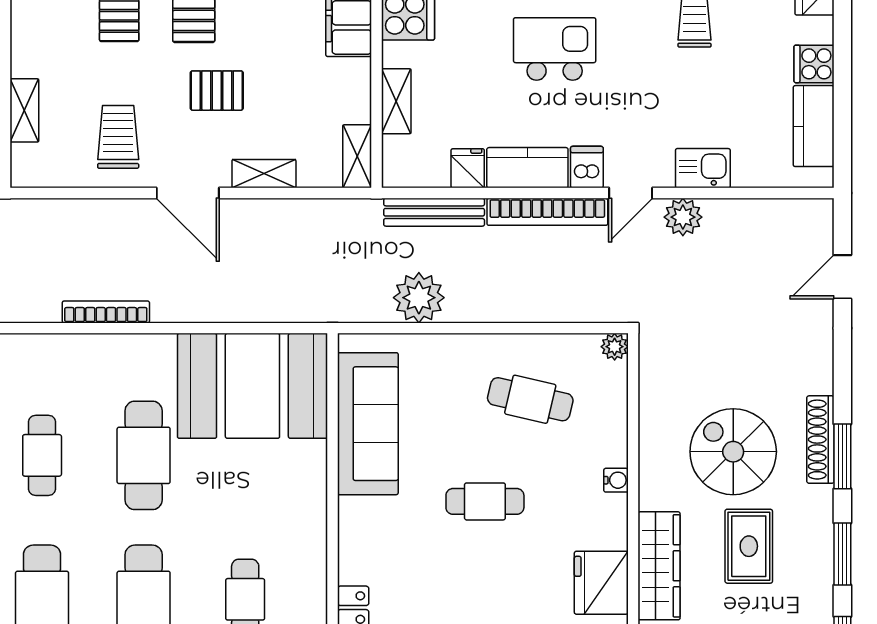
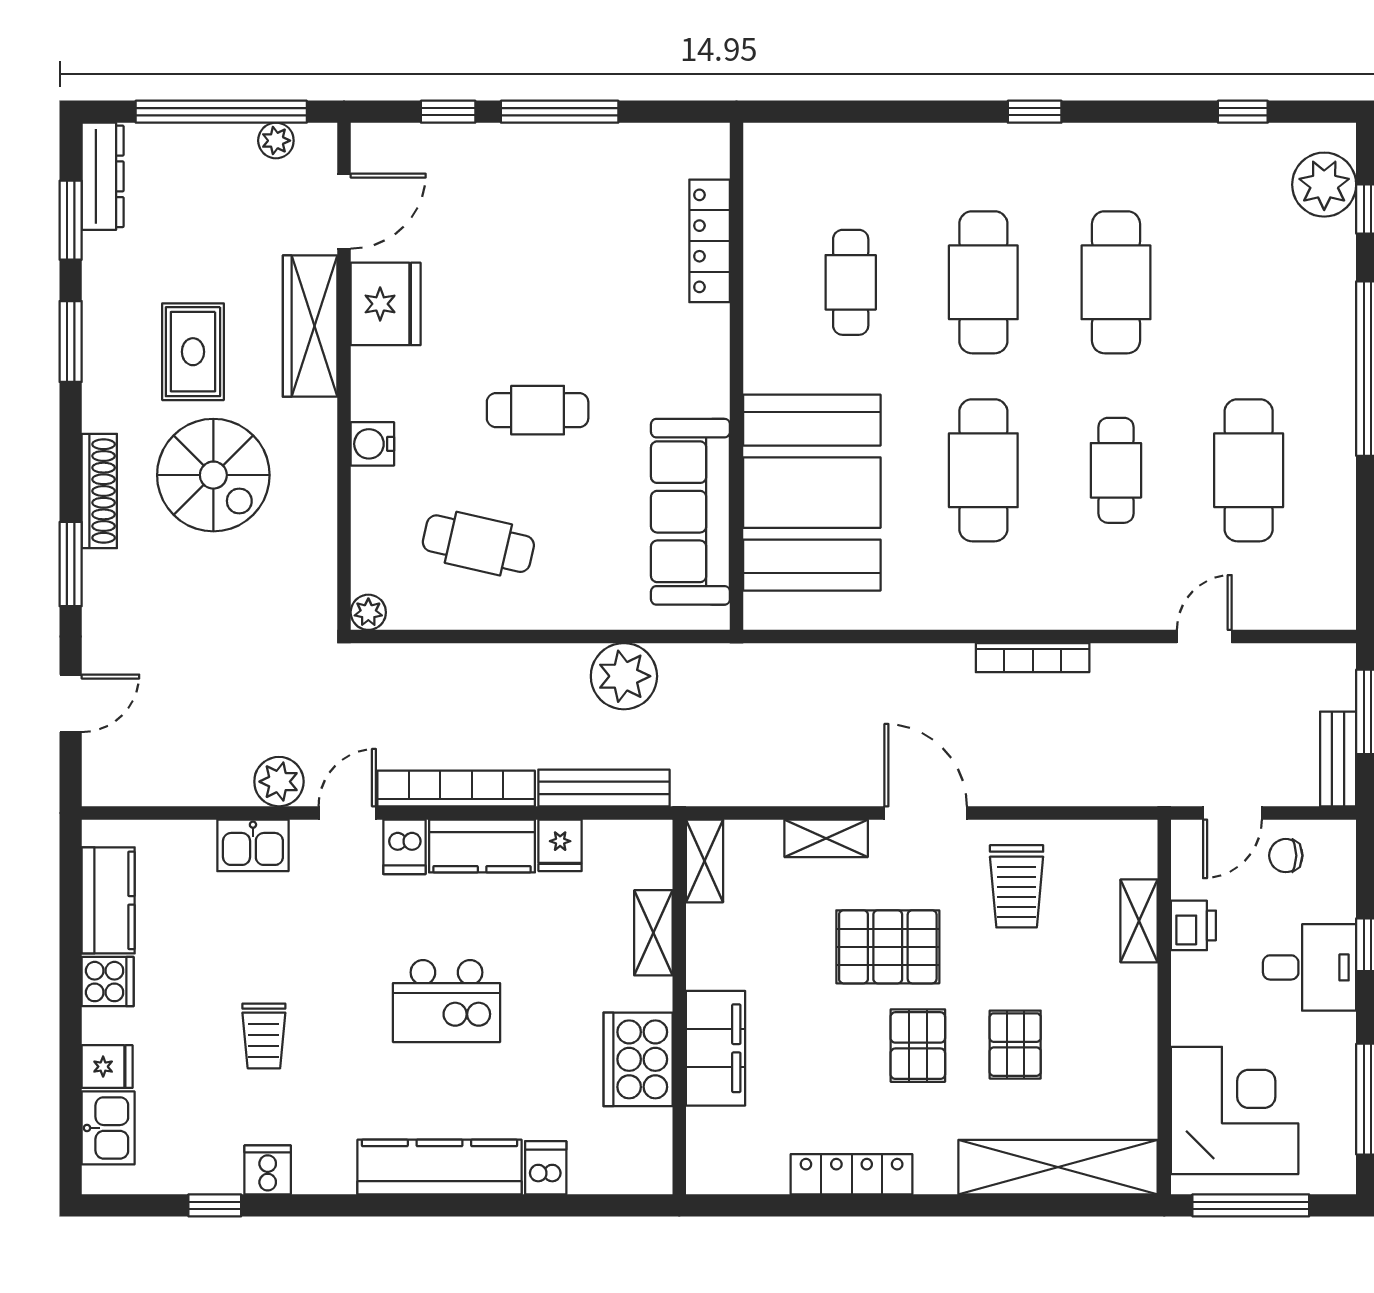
pallet: (217, 91) -> (888, 947), width x1.50, depth x1.42
booth: (252, 386) -> (812, 493), moved, turned 90
window: (842, 456) -> (71, 564), moved
water cooler: (616, 480) -> (372, 444), width x1.38, depth x1.38

